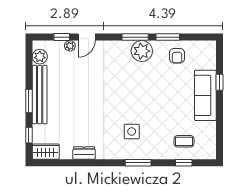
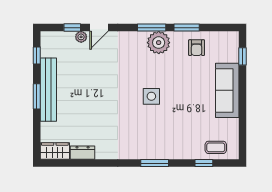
plant: (40, 57) -> (49, 49), removed
window: (220, 82) -> (243, 56), moved
side table: (132, 131) -> (151, 96), moved
window: (29, 135) -> (37, 56), moved
coffee table: (184, 141) -> (216, 147), moved
dresser: (84, 153) -> (83, 153), moved

